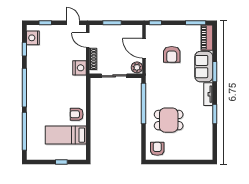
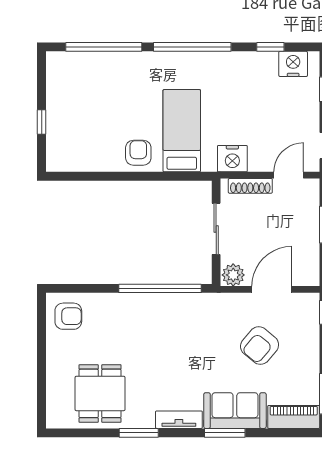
armchair: (172, 54) -> (260, 346), turned -50
dining table: (169, 120) -> (100, 393), moved
bed: (66, 135) -> (182, 131), moved

